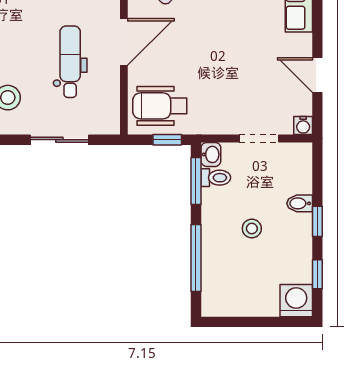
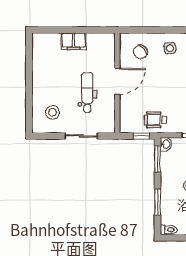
wheelchair: (160, 106) -> (155, 120), moved, width x0.73, depth x0.73
toilet: (216, 178) -> (169, 230), moved
window: (196, 258) -> (158, 202), width x0.69

